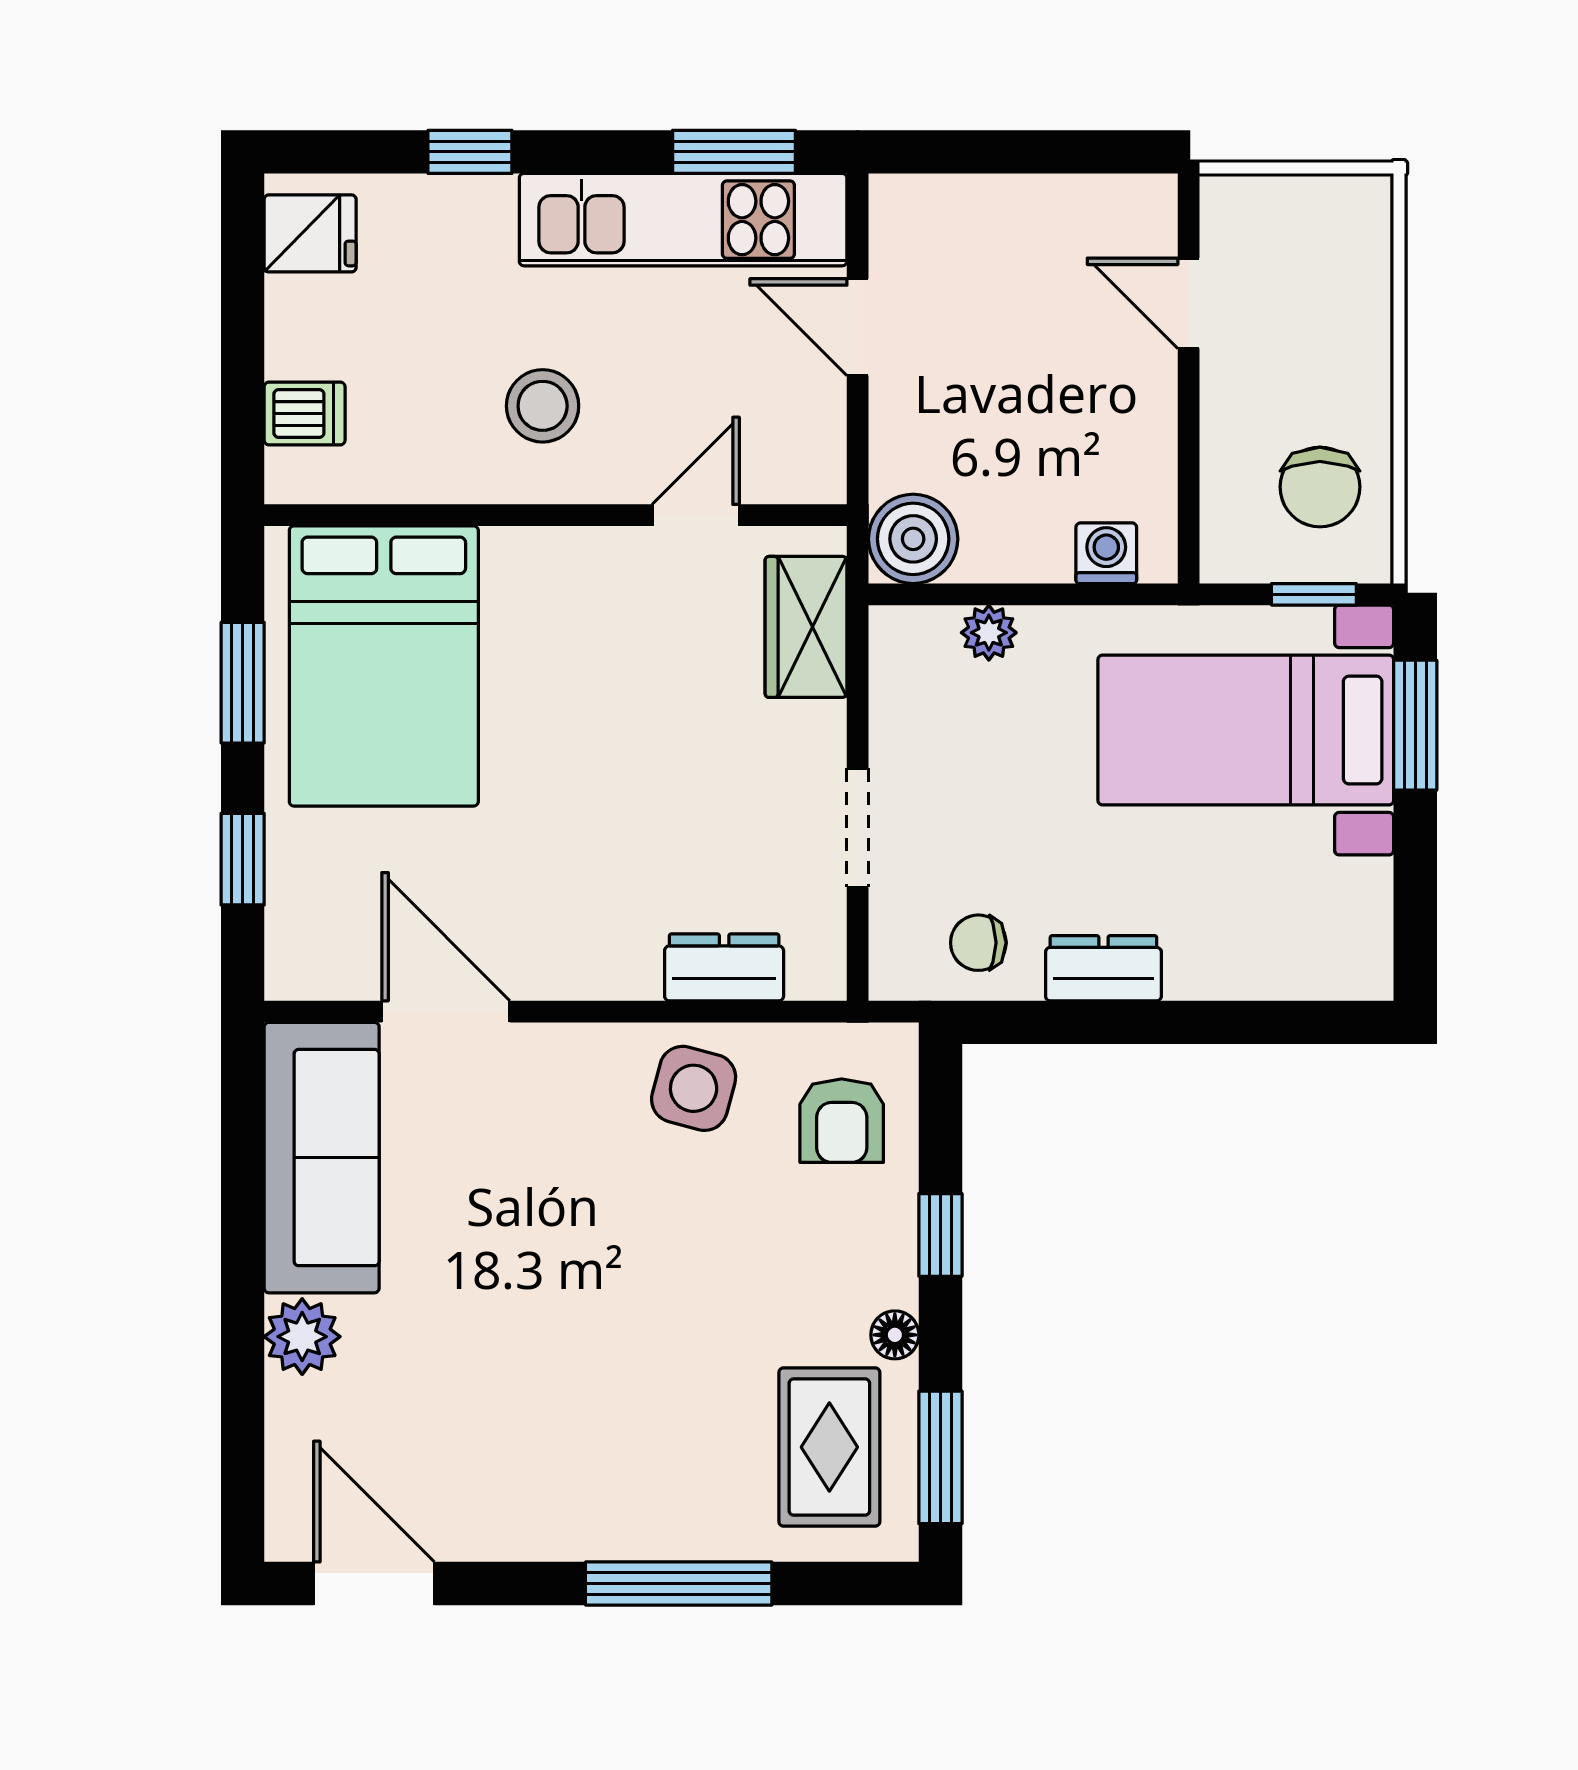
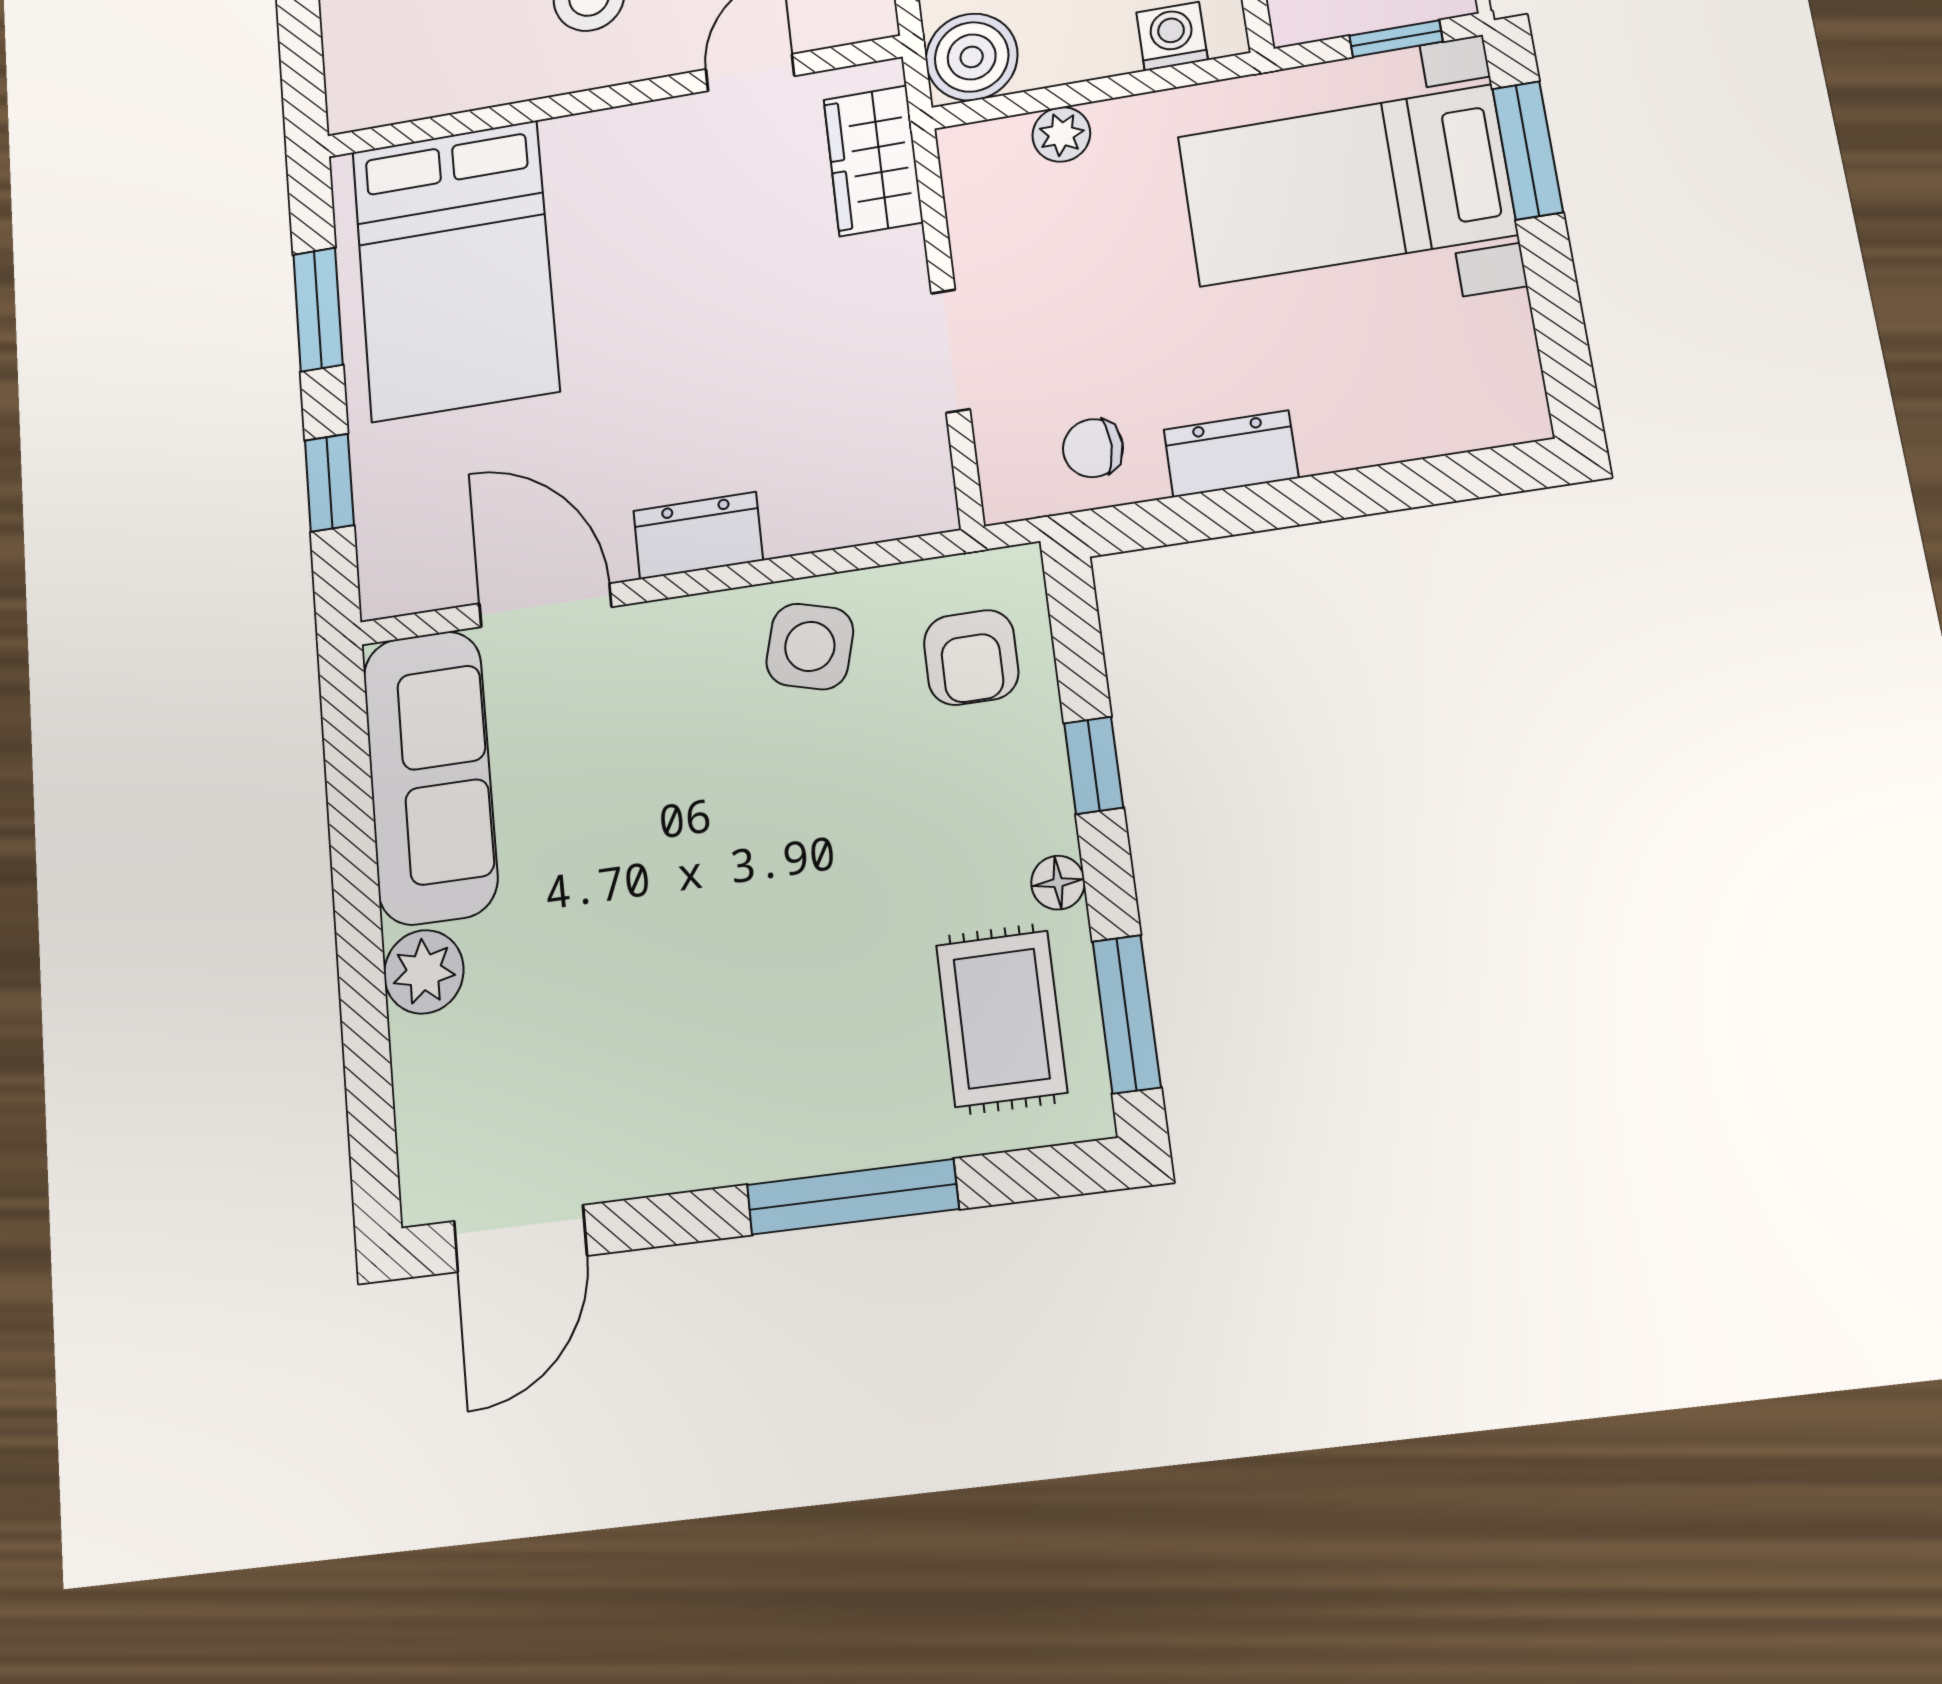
dishwasher: (305, 414) -> (360, 45), removed
dresser: (724, 967) -> (698, 536), moved
door: (374, 1584) -> (520, 1238), swing flipped

